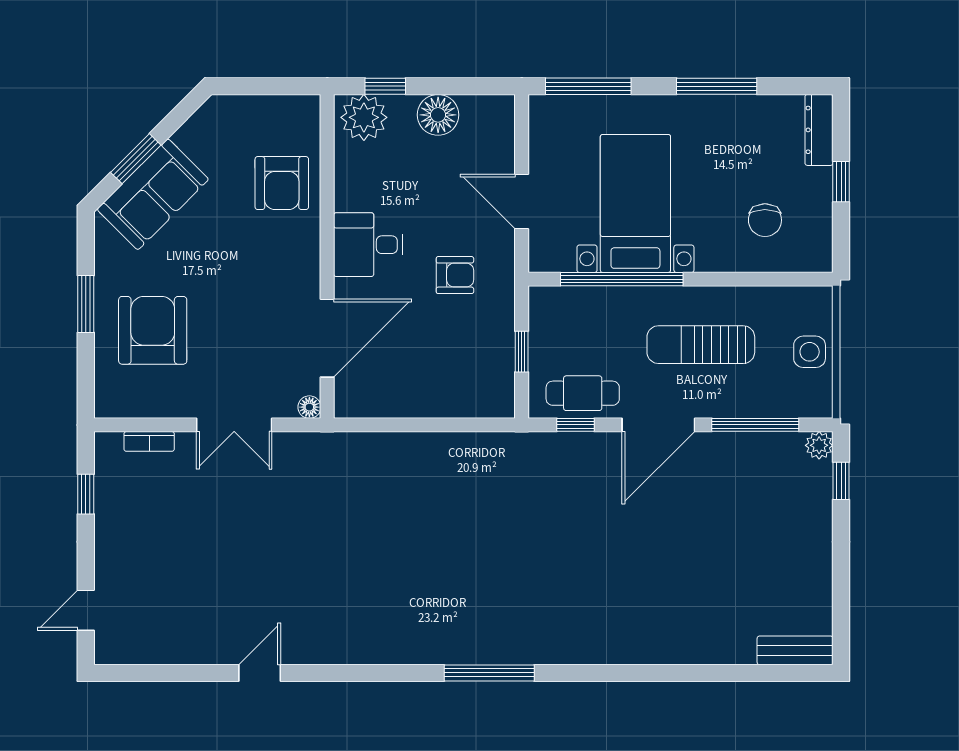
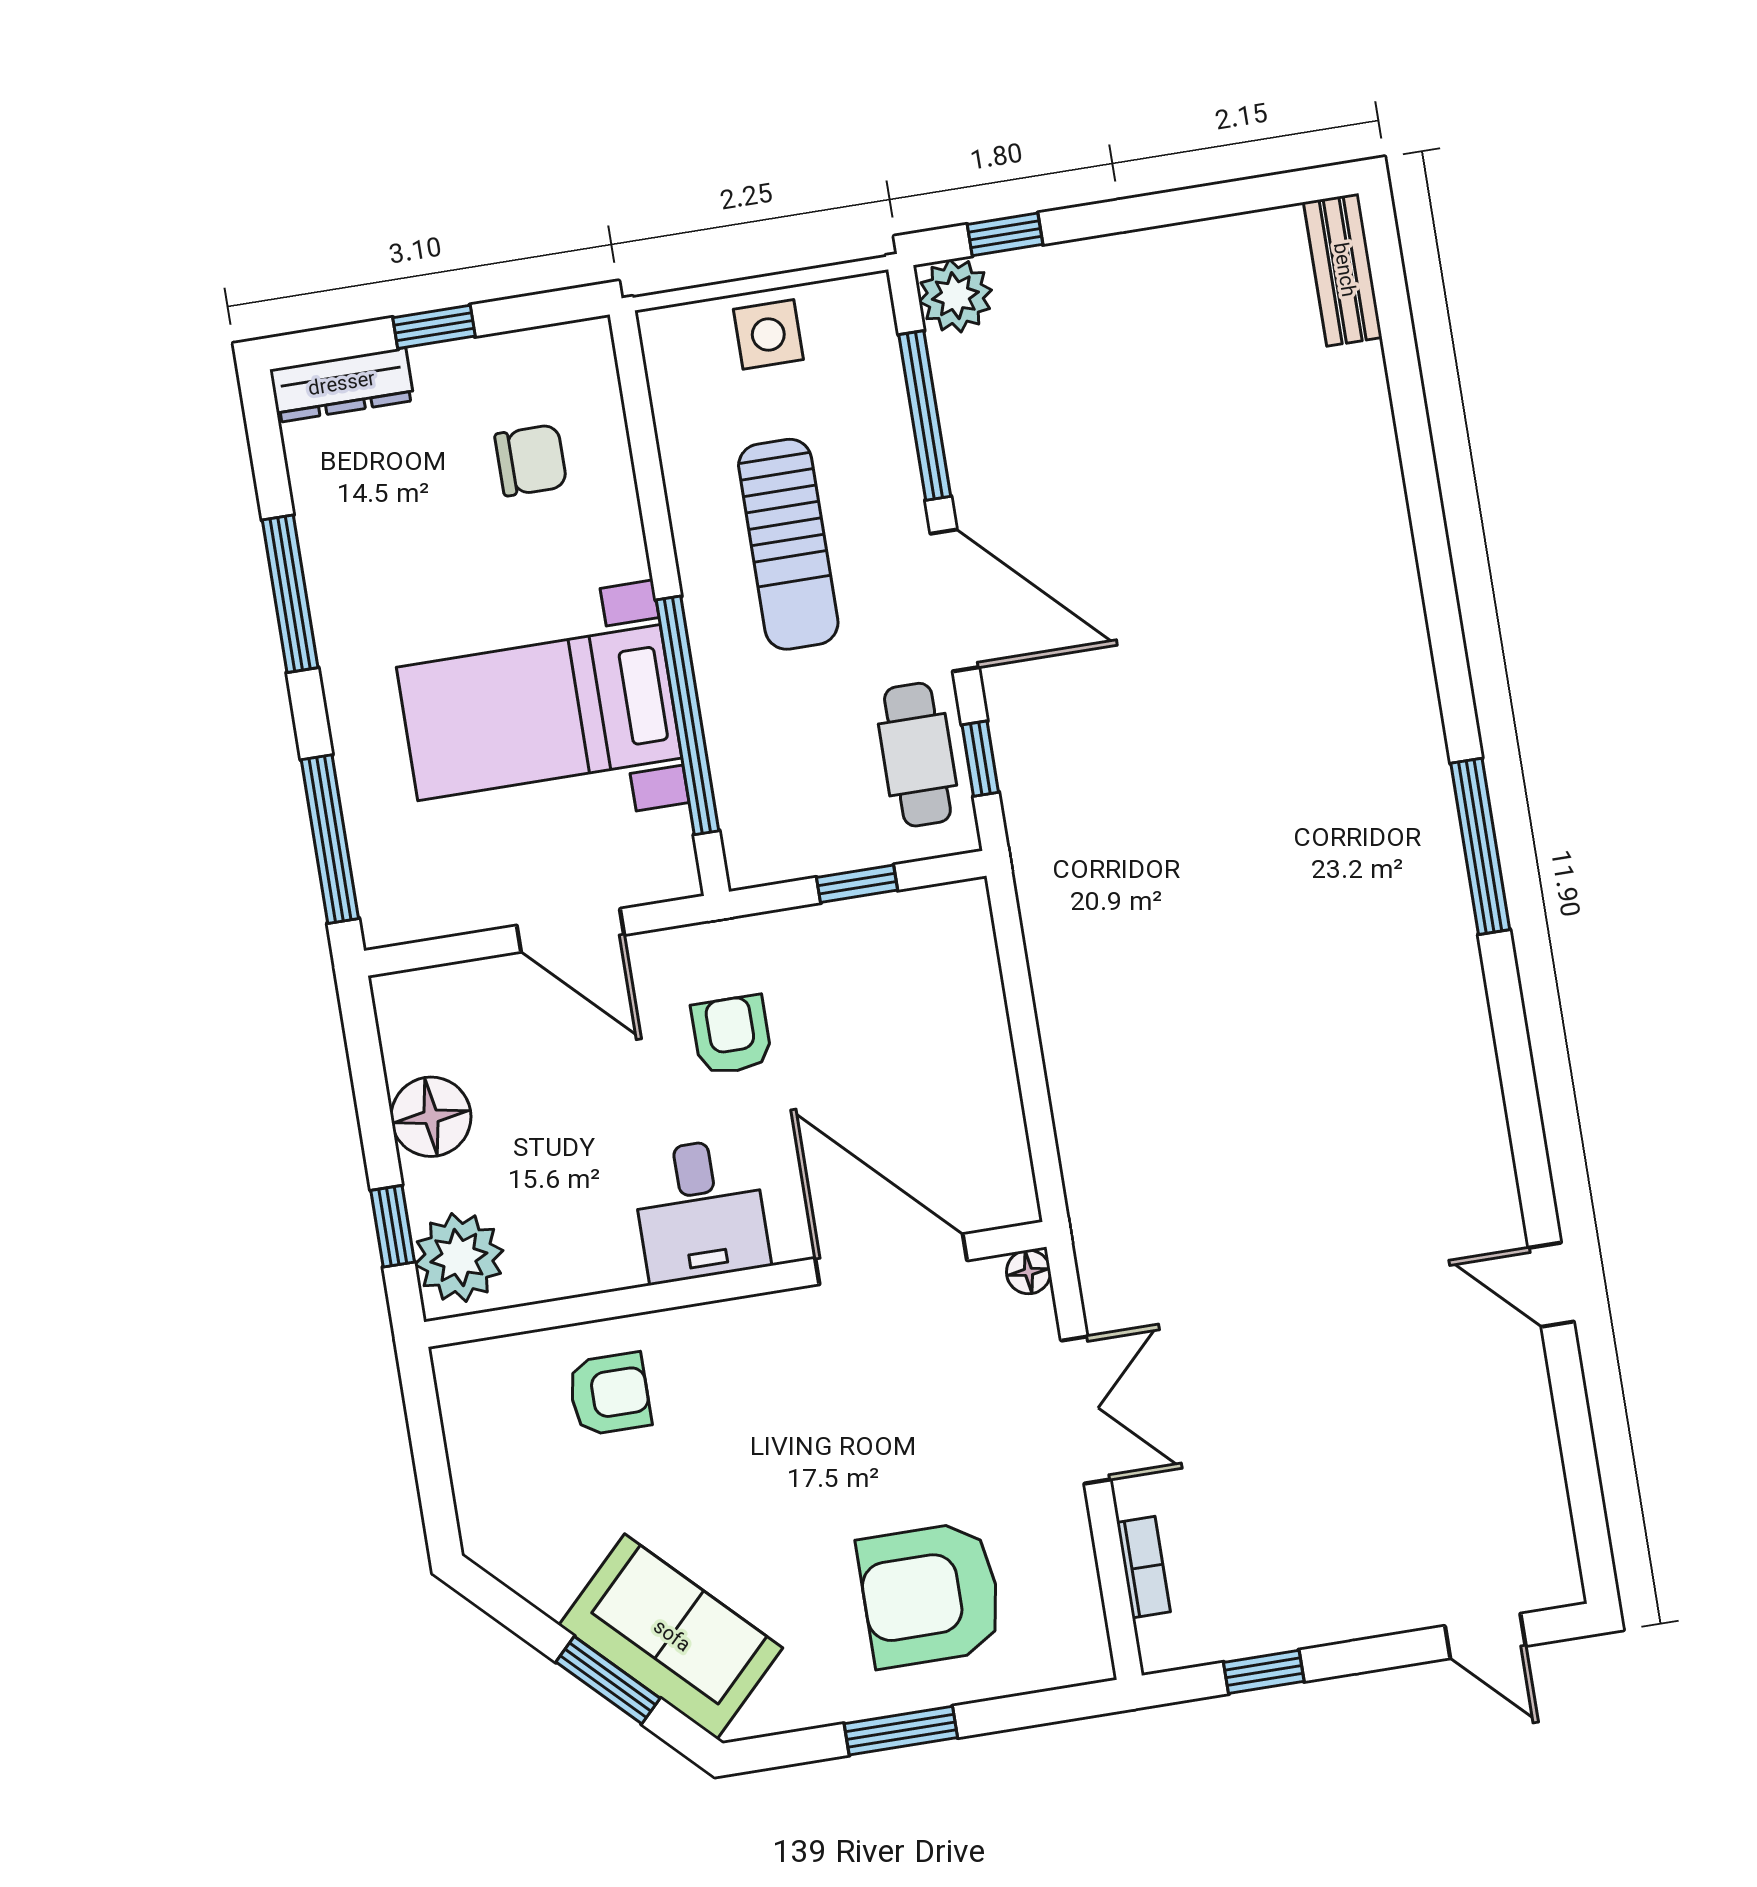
armchair: (282, 183) -> (609, 1394), width x0.72, depth x0.72
door: (522, 201) -> (570, 930), hinge flipped
plant: (819, 445) -> (955, 296), width x1.38, depth x1.38

